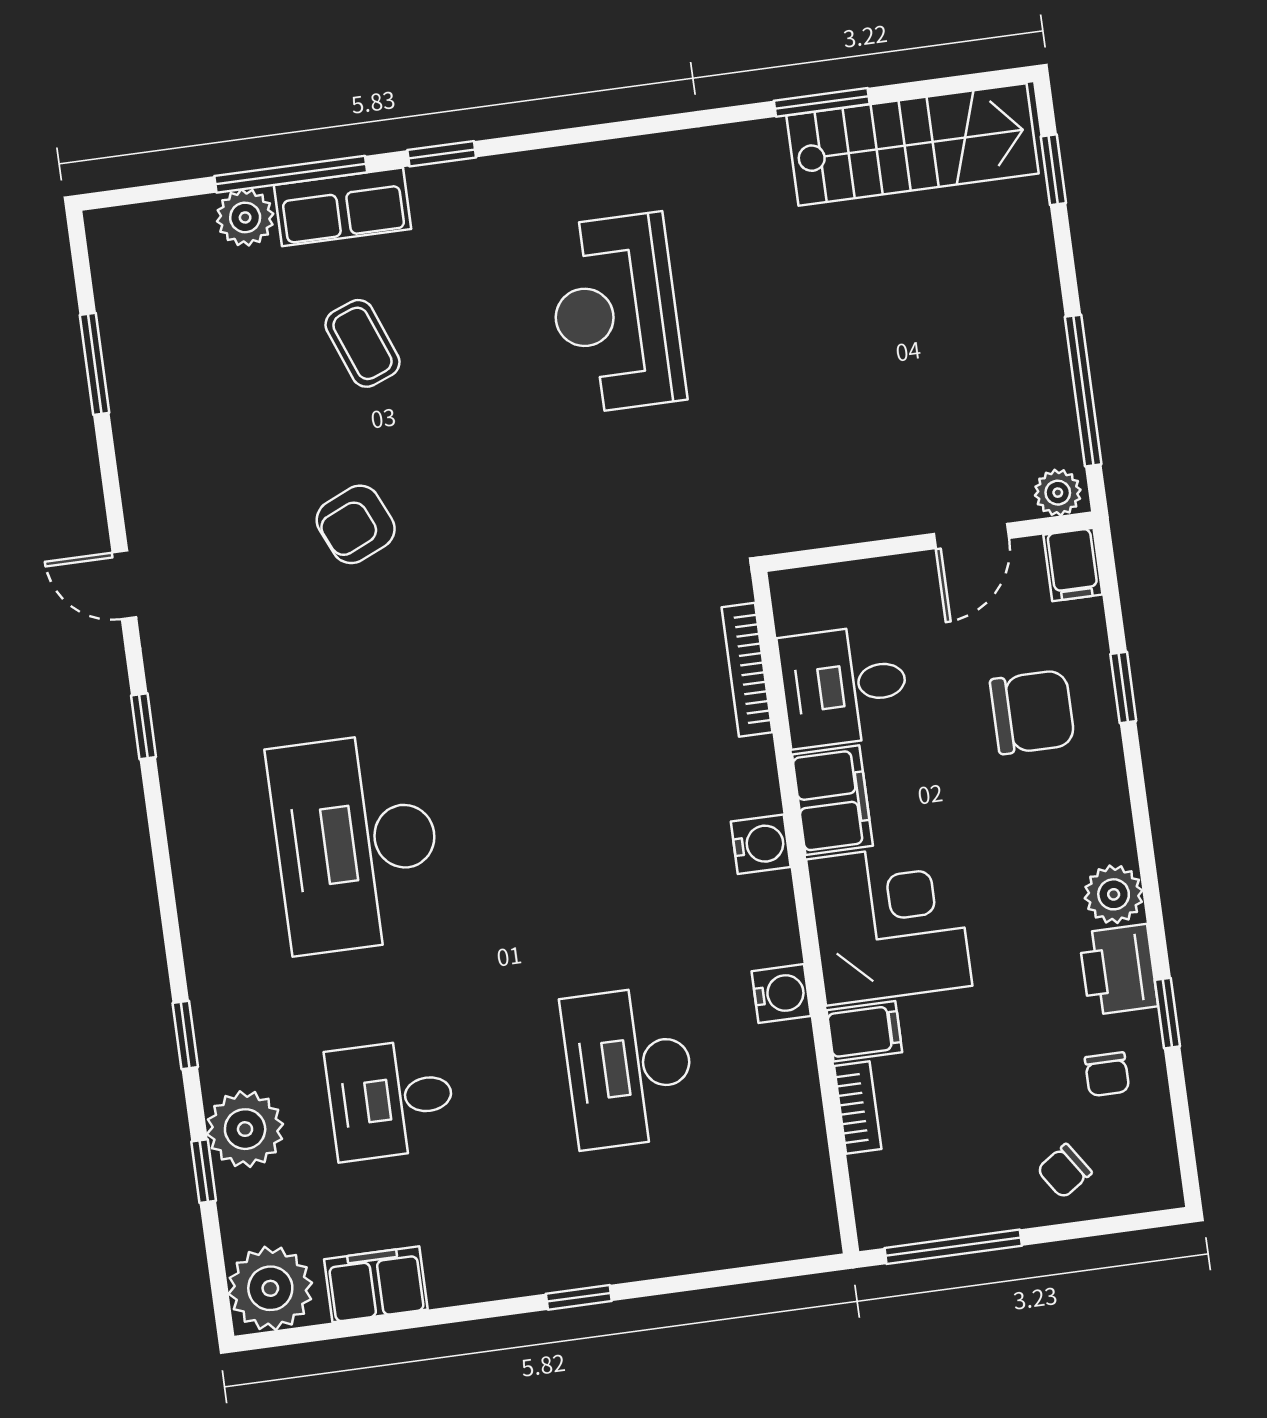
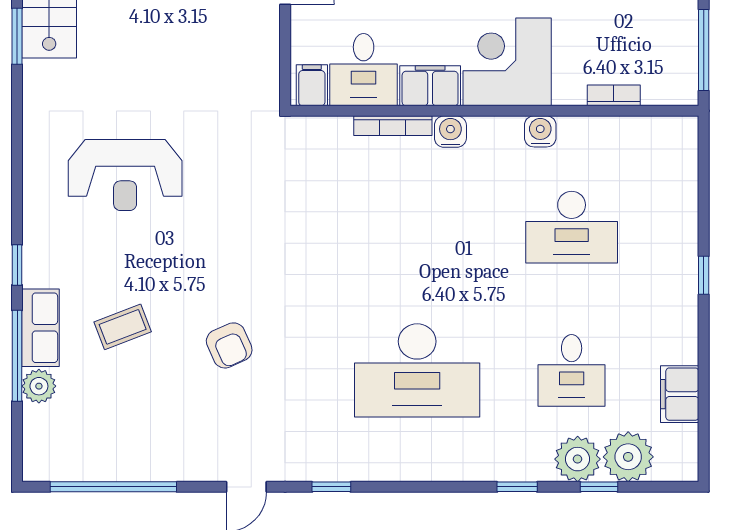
window: (95, 364) -> (113, 487), width x2.11
bookcase: (747, 670) -> (393, 126), moved
filing cabinet: (864, 1031) -> (312, 85), moved
plant: (270, 1288) -> (628, 457), moved

